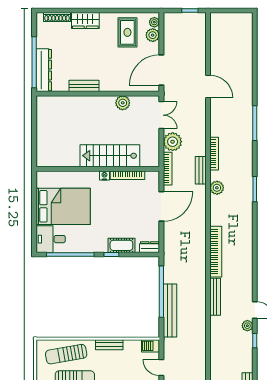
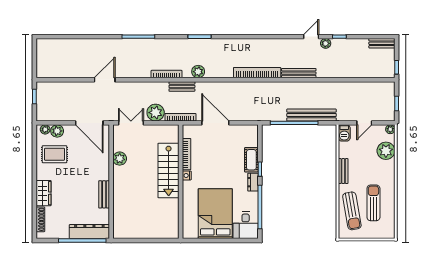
dresser: (150, 247) -> (253, 182), moved

